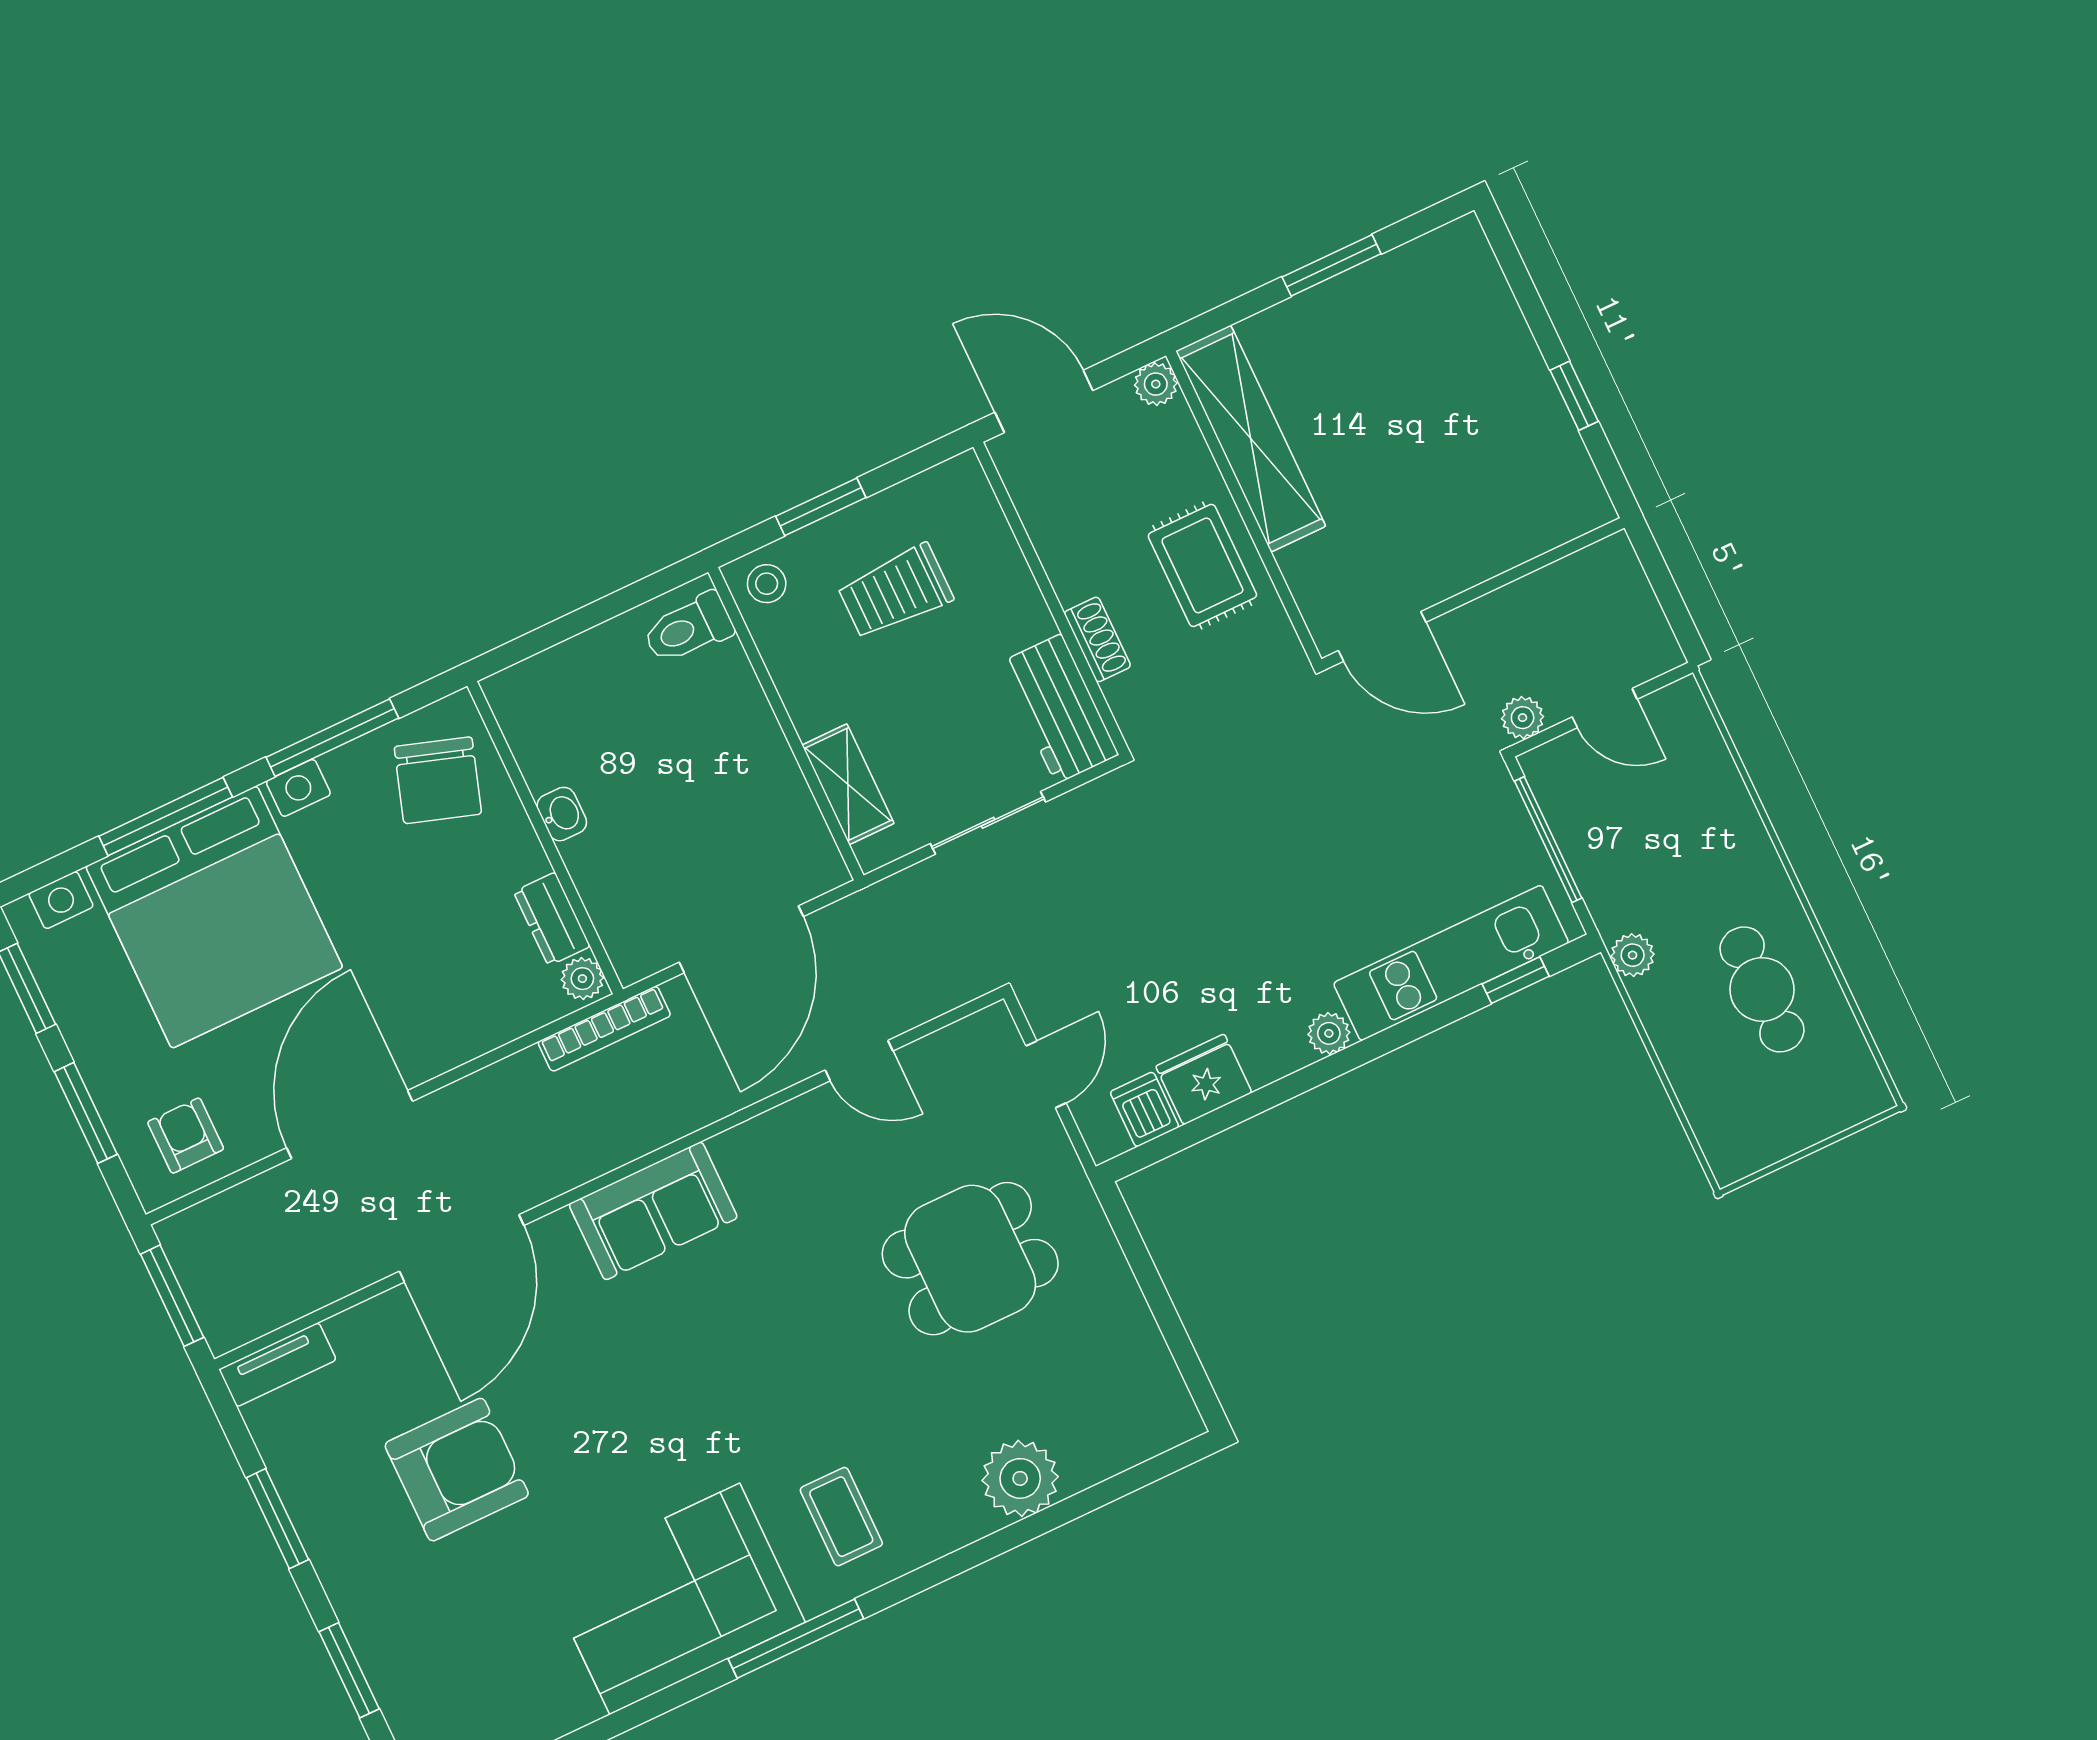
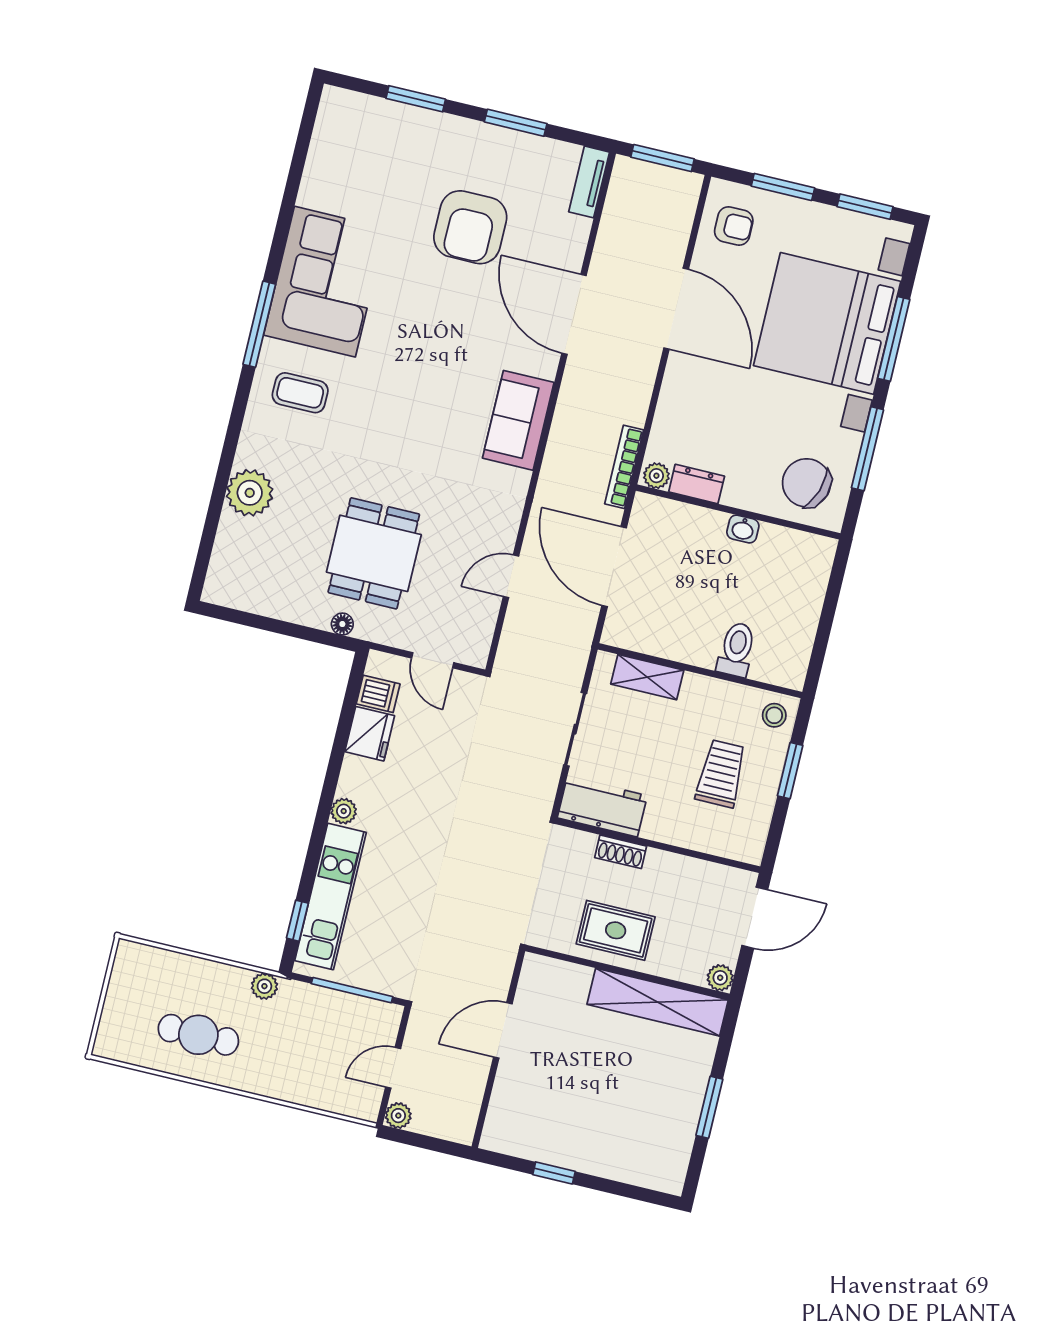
toilet: (688, 628) -> (736, 649), moved
door: (1382, 636) -> (503, 1030), moved
plant: (1523, 718) -> (398, 1116), moved
floor lamp: (1092, 1226) -> (342, 624), added

